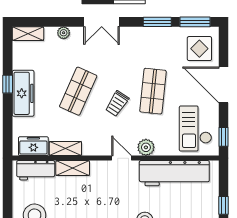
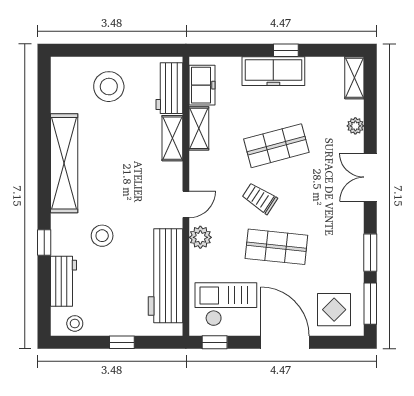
door: (223, 85) -> (285, 342), hinge flipped
shop shelf: (78, 91) -> (276, 146), turned -39

